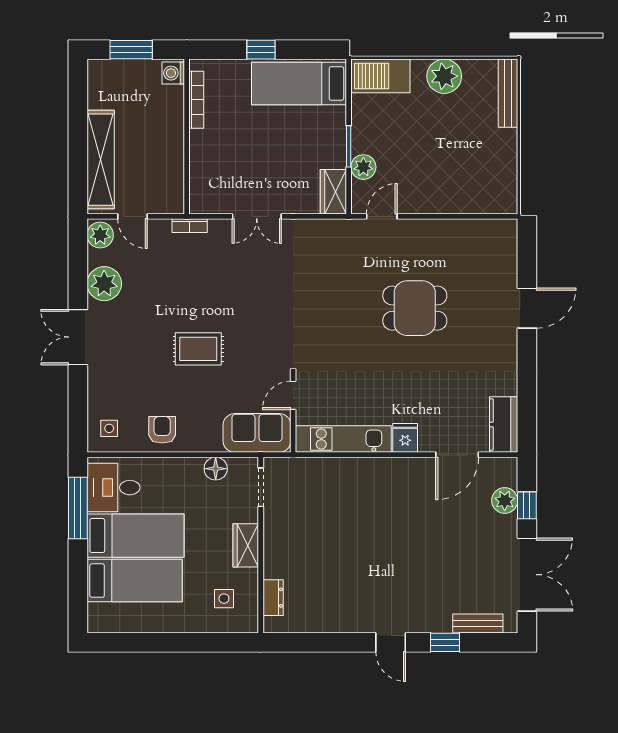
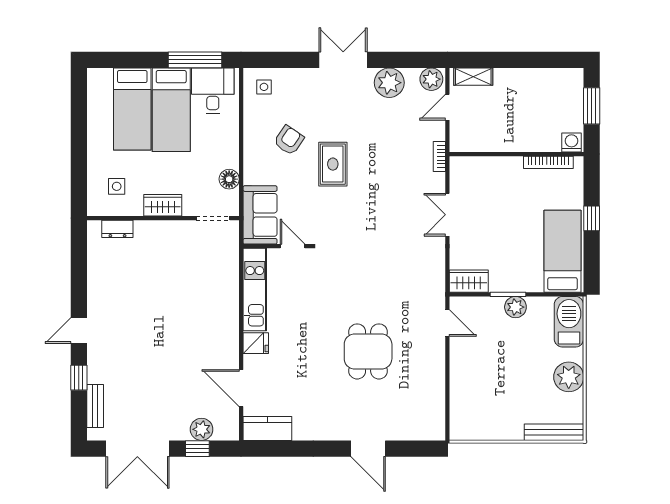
shelving: (101, 160) -> (473, 77), width x0.45, depth x0.75
plant: (363, 167) -> (515, 307), moved
armchair: (162, 430) -> (289, 140), moved, turned -56

